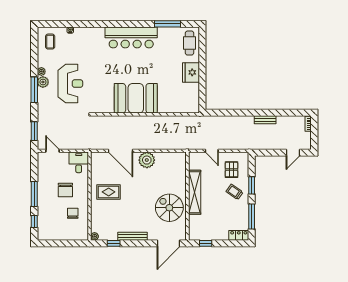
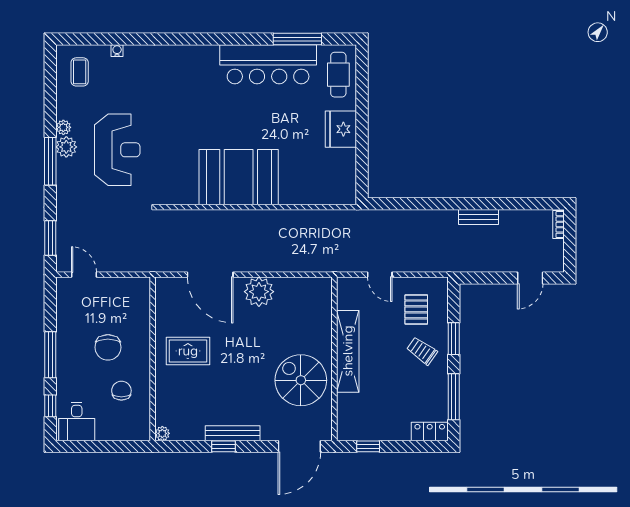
bar counter: (131, 37) -> (268, 64), moved
desk: (79, 162) -> (77, 421), moved, turned 180
window: (114, 243) -> (223, 446), moved

